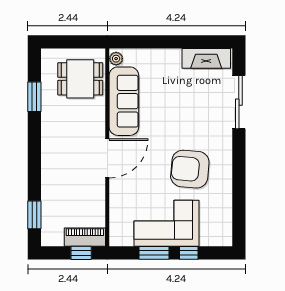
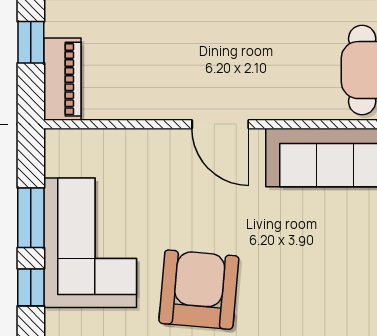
door: (107, 158) -> (220, 124), width x0.73
window: (81, 253) -> (31, 42), moved

